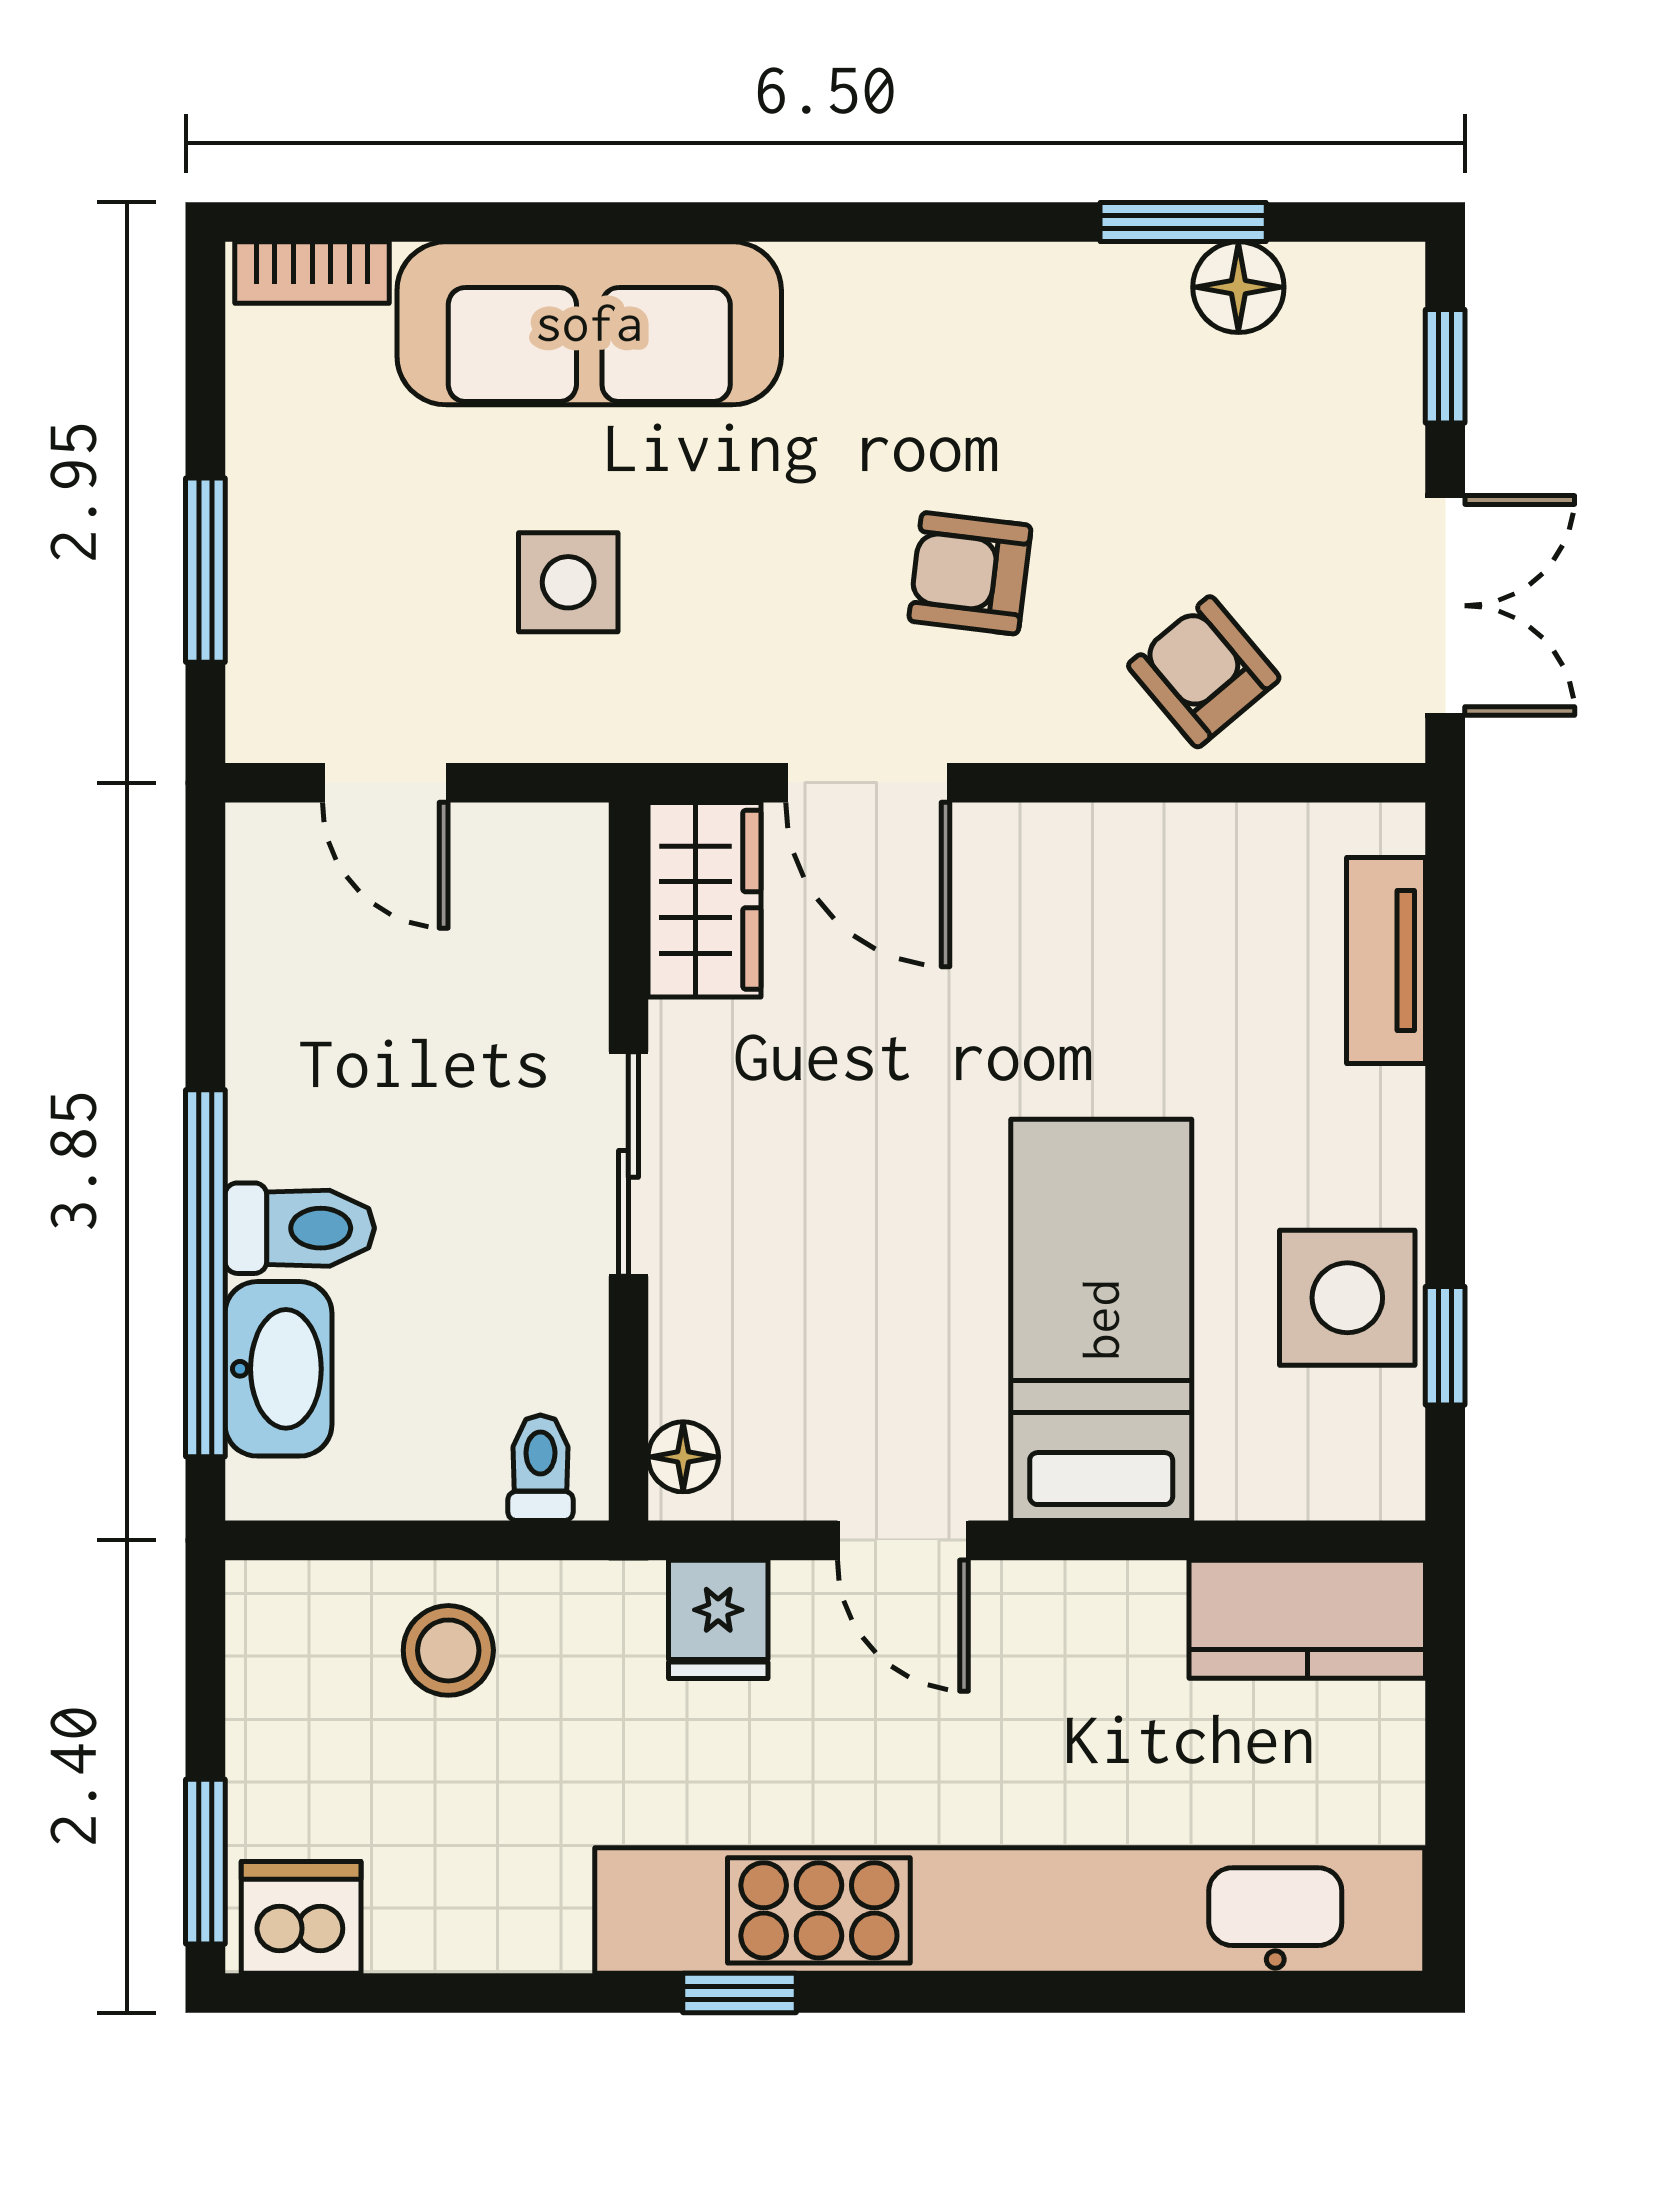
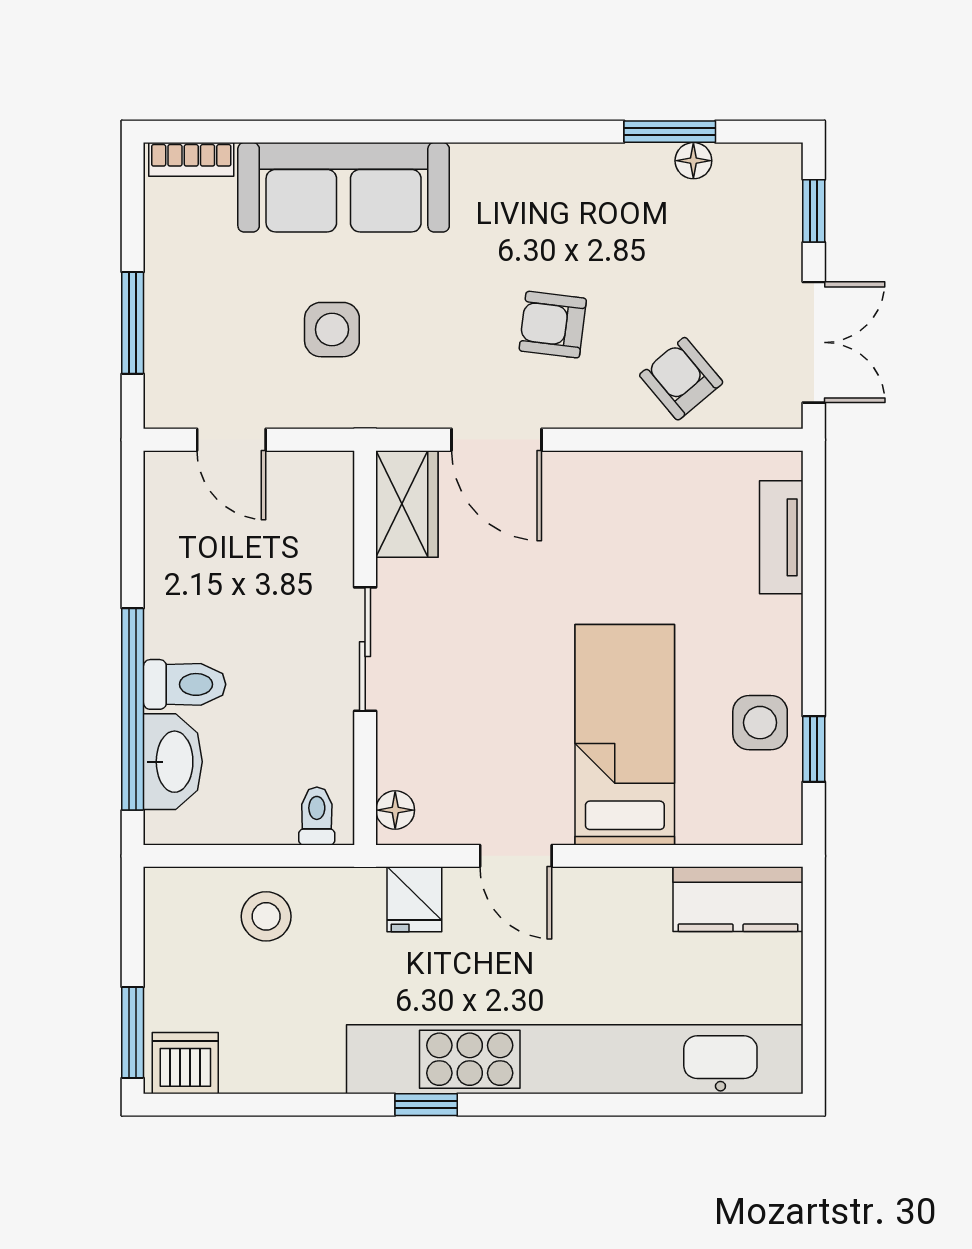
floor lamp: (1238, 287) -> (693, 161), width x0.73, depth x0.73
side table: (1347, 1298) -> (760, 723), width x0.73, depth x0.73

